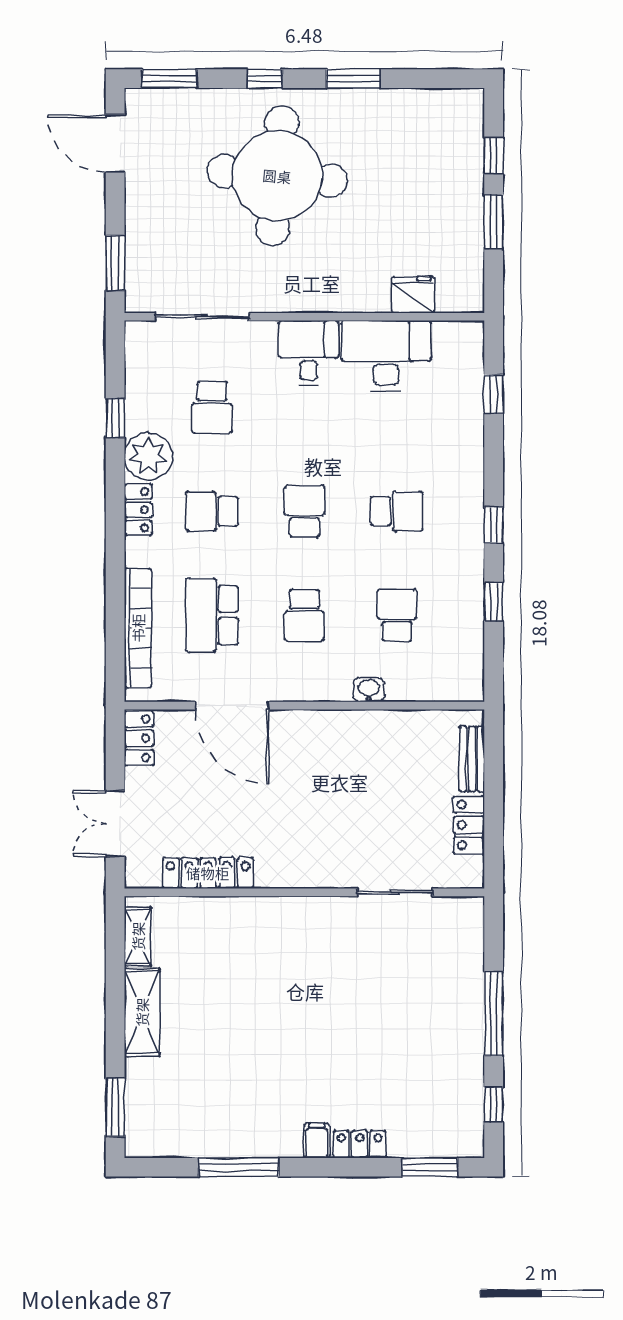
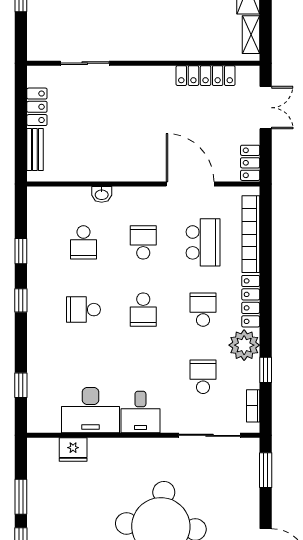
bookcase: (134, 362) -> (253, 406), added
locker: (138, 510) -> (251, 301), width x1.53
school desk: (212, 511) -> (203, 310), turned -90

